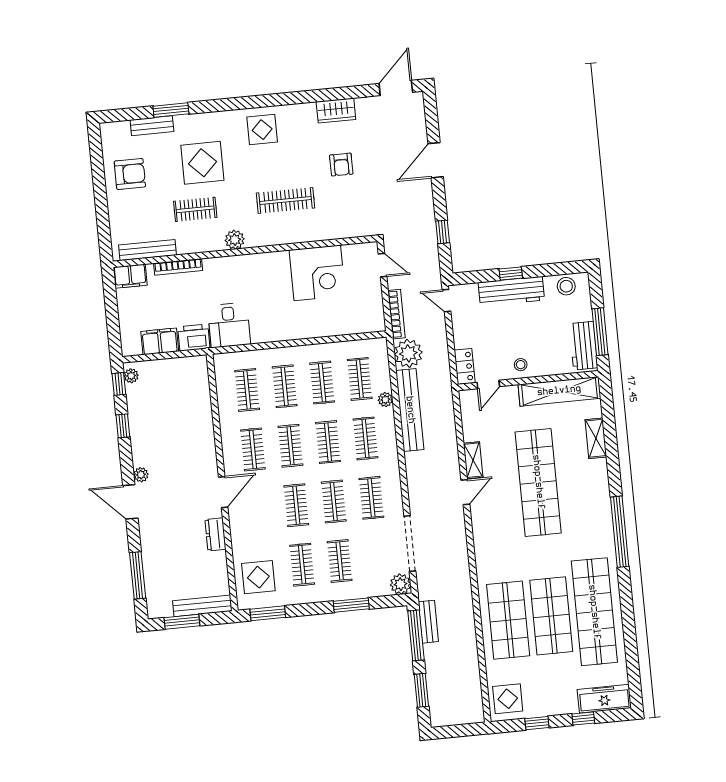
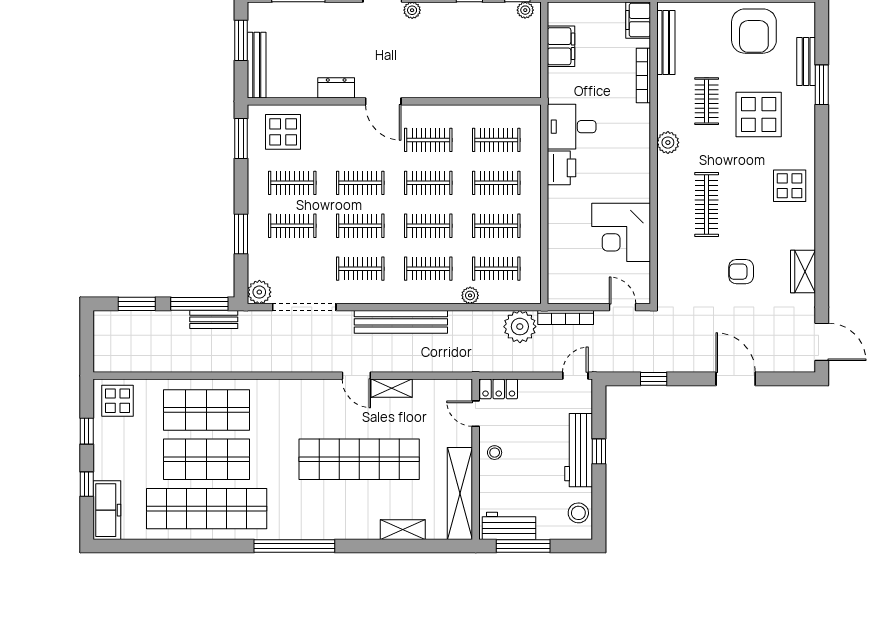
armchair: (130, 174) -> (754, 31), width x1.36, depth x1.36
door: (383, 265) -> (623, 307), swing flipped
printer: (194, 337) -> (562, 168), moved
bench: (410, 410) -> (401, 322), moved

